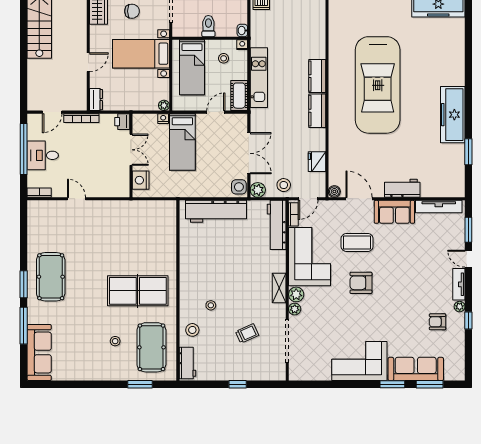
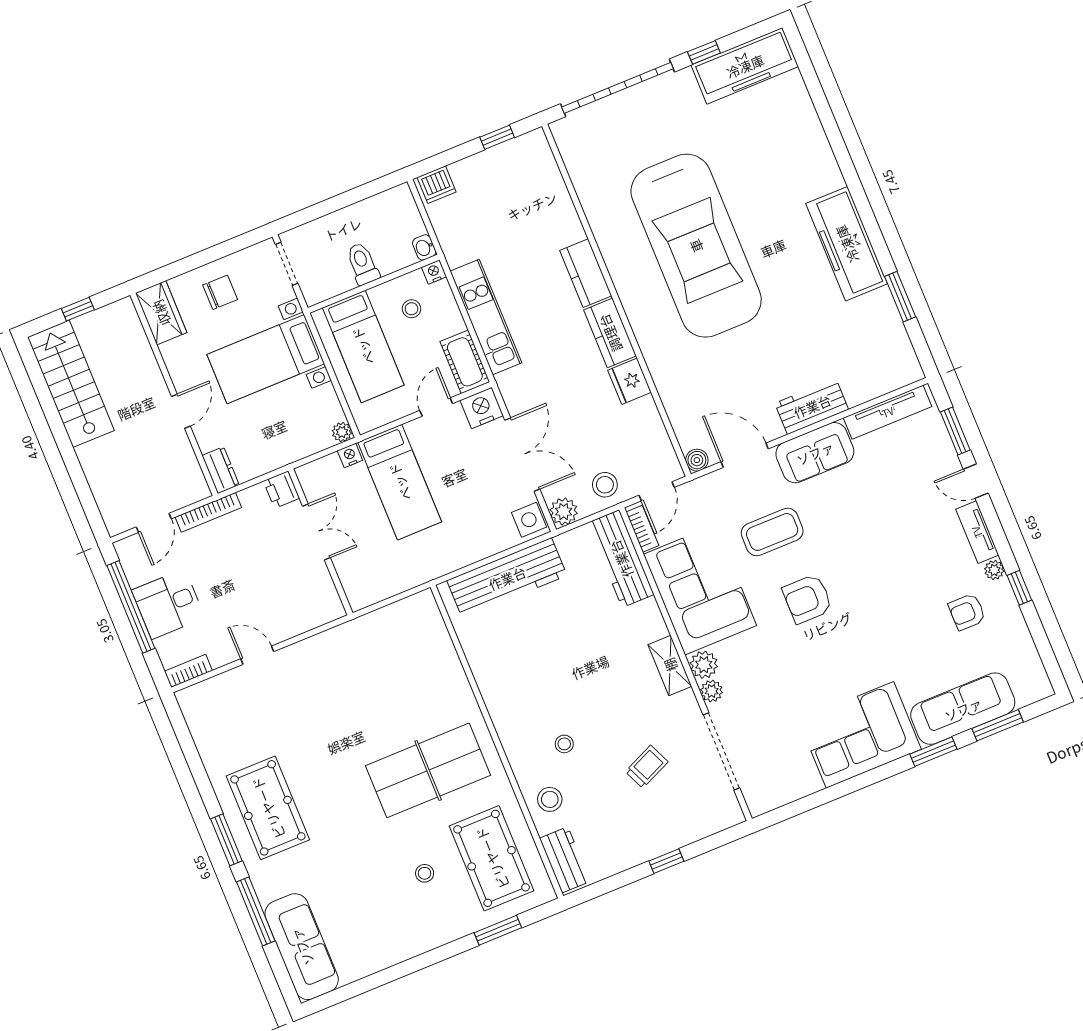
fridge: (317, 162) -> (630, 381), moved
nightstand: (141, 180) -> (482, 408), moved, turned 90

